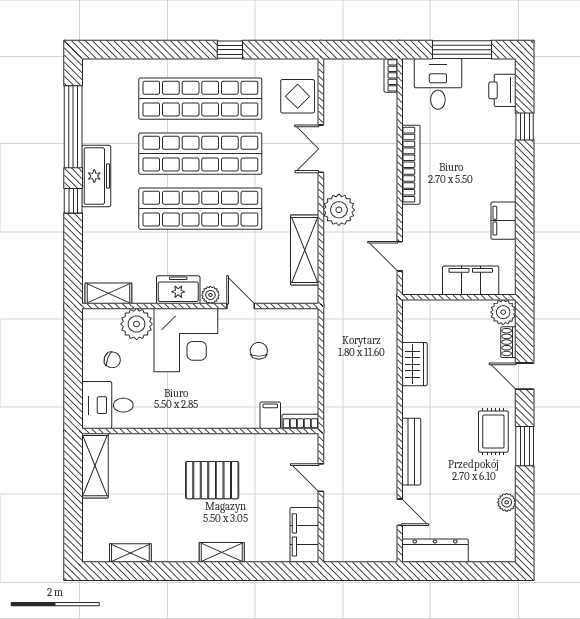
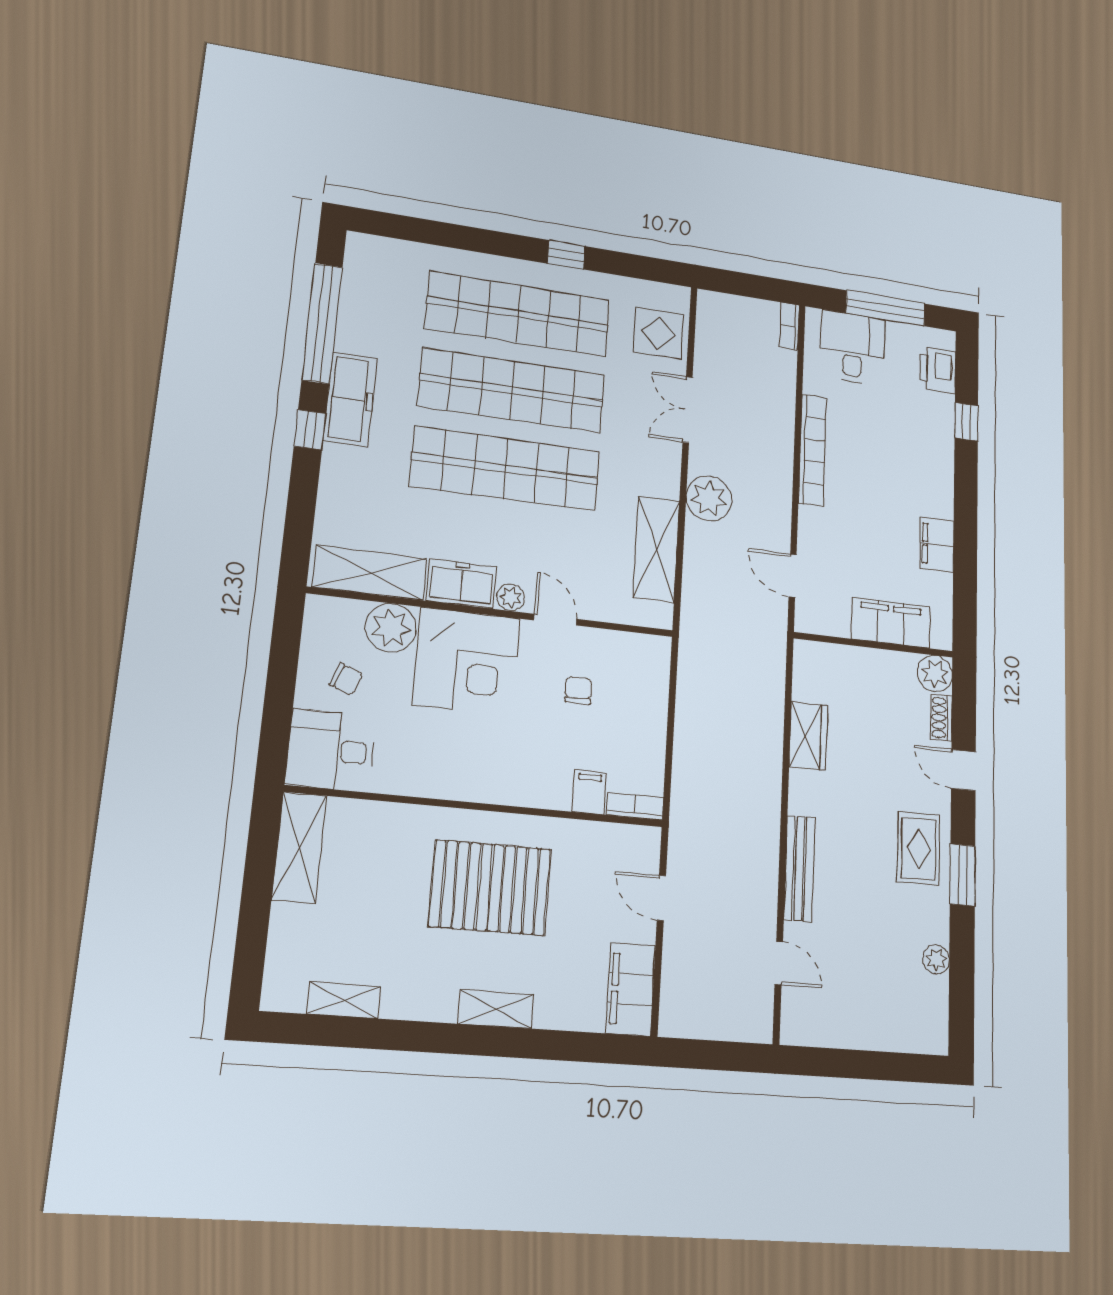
shelving: (108, 293) -> (370, 573), width x1.50, depth x1.33
pallet: (212, 480) -> (490, 888), width x1.37, depth x1.41
dresser: (435, 551) -> (830, 1029), removed

